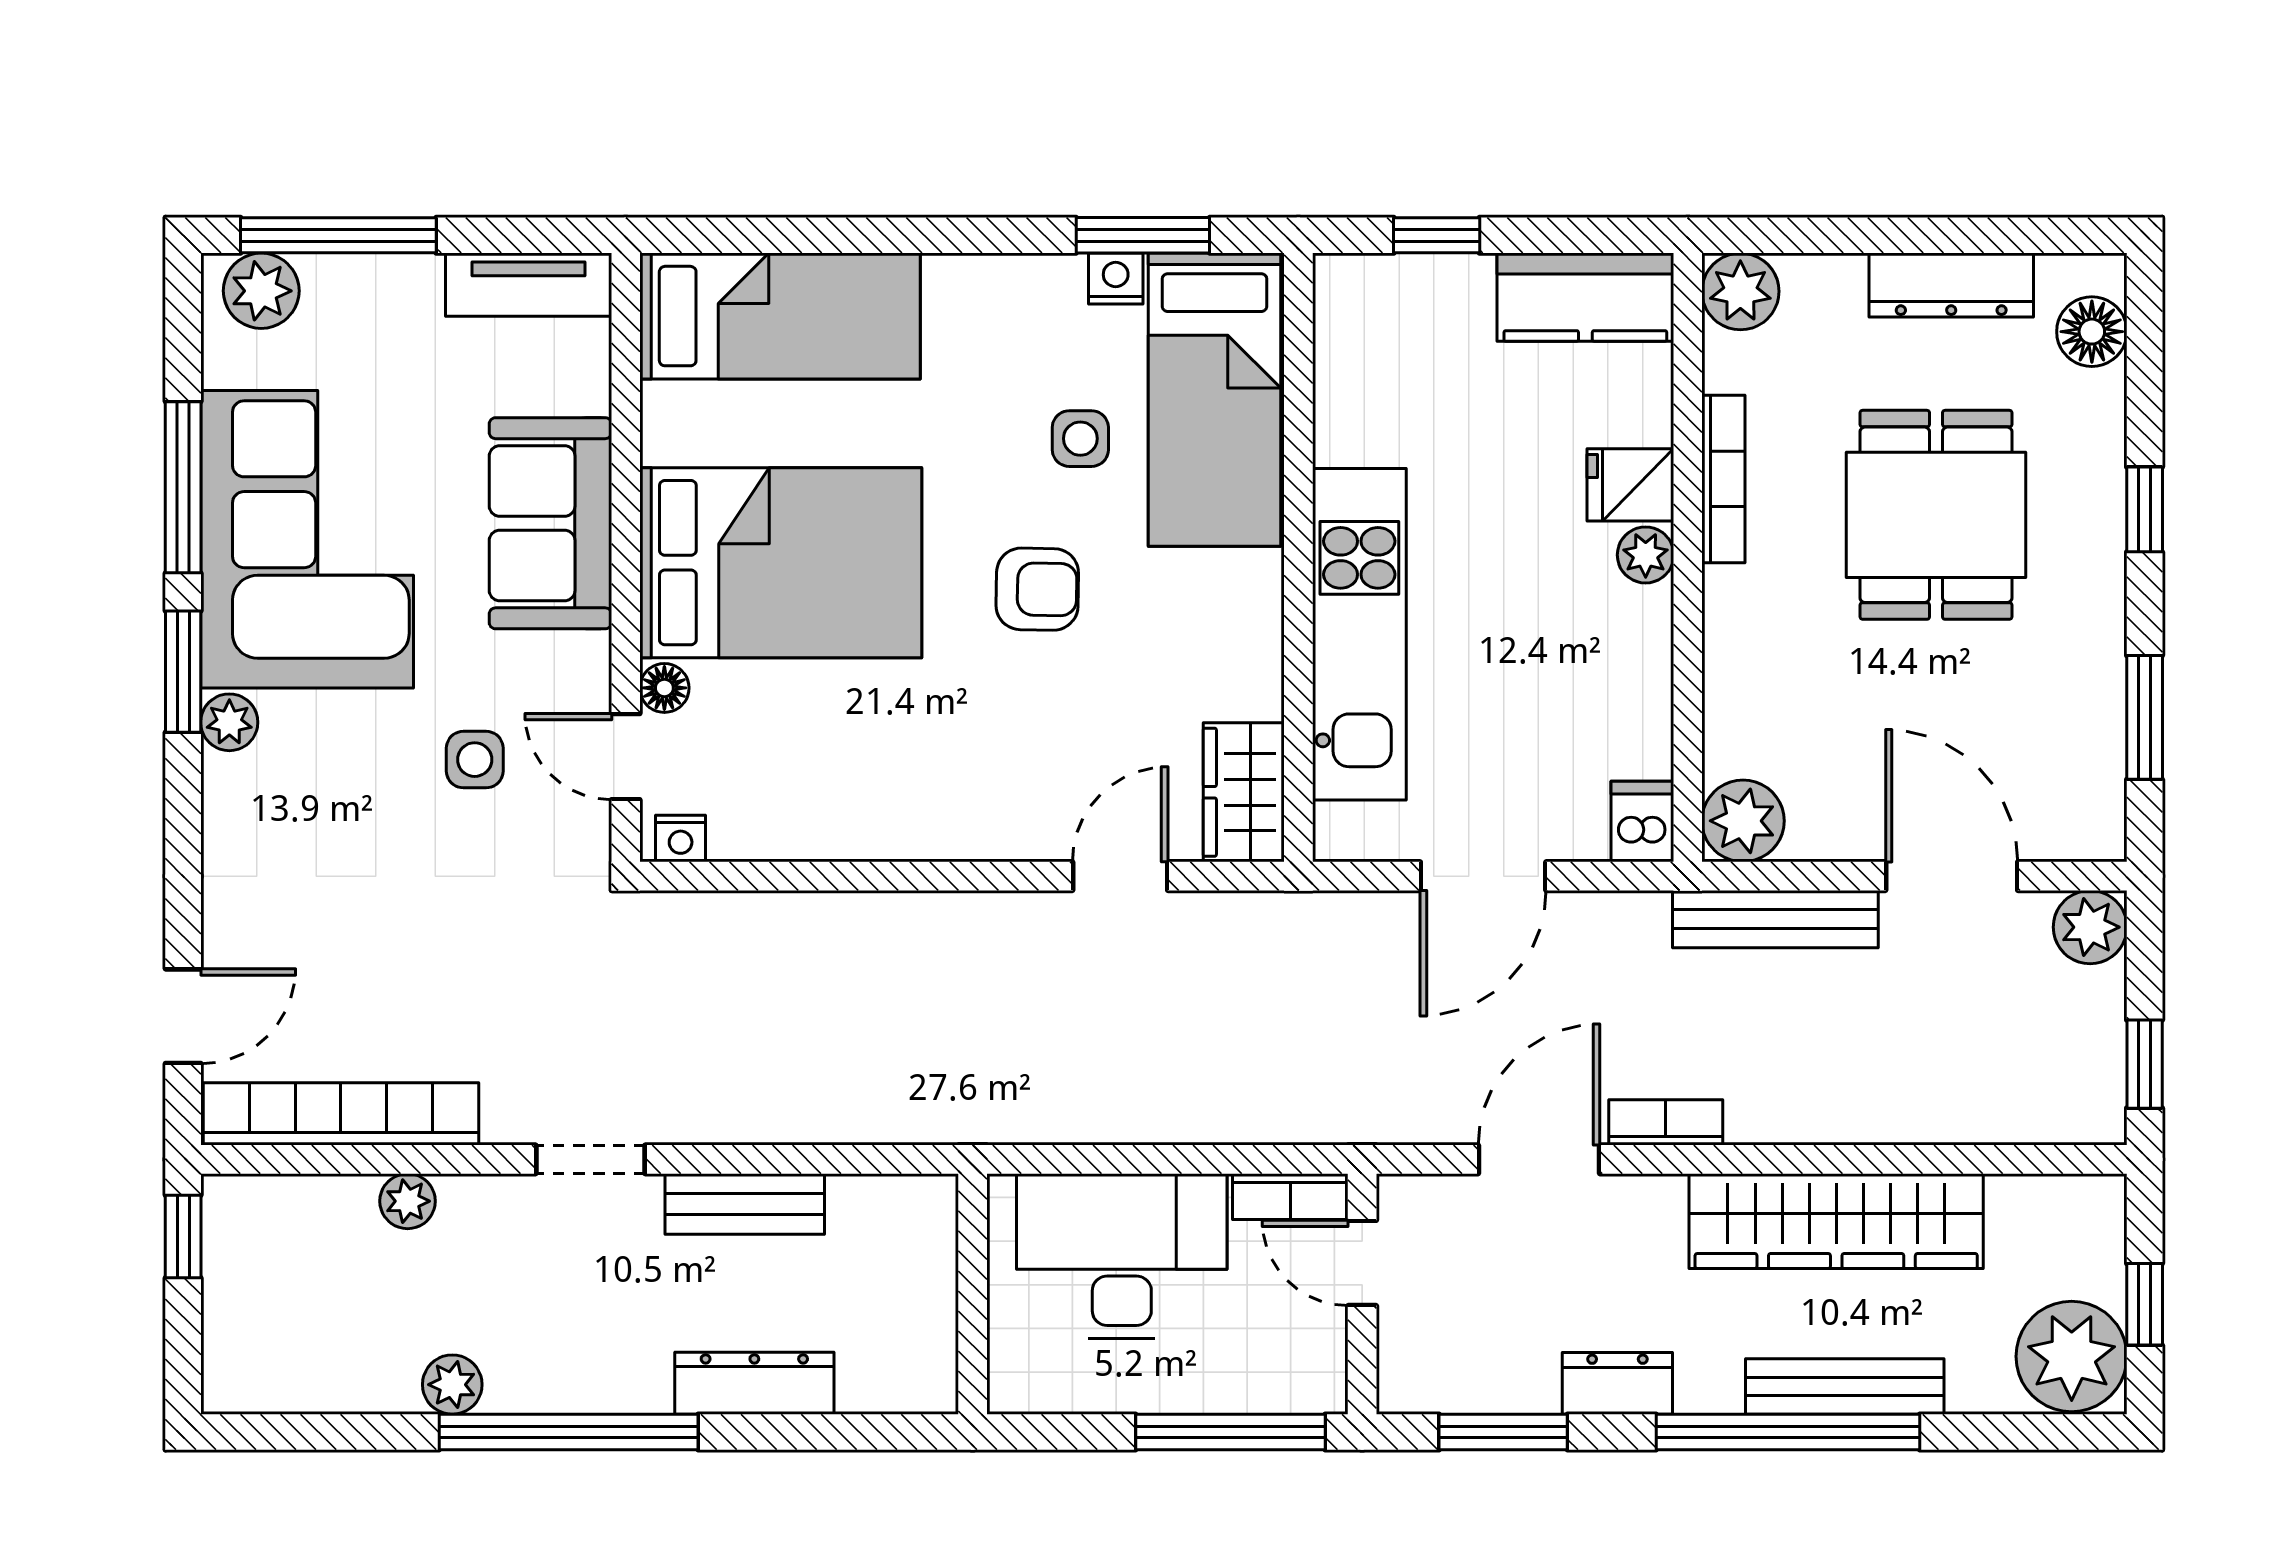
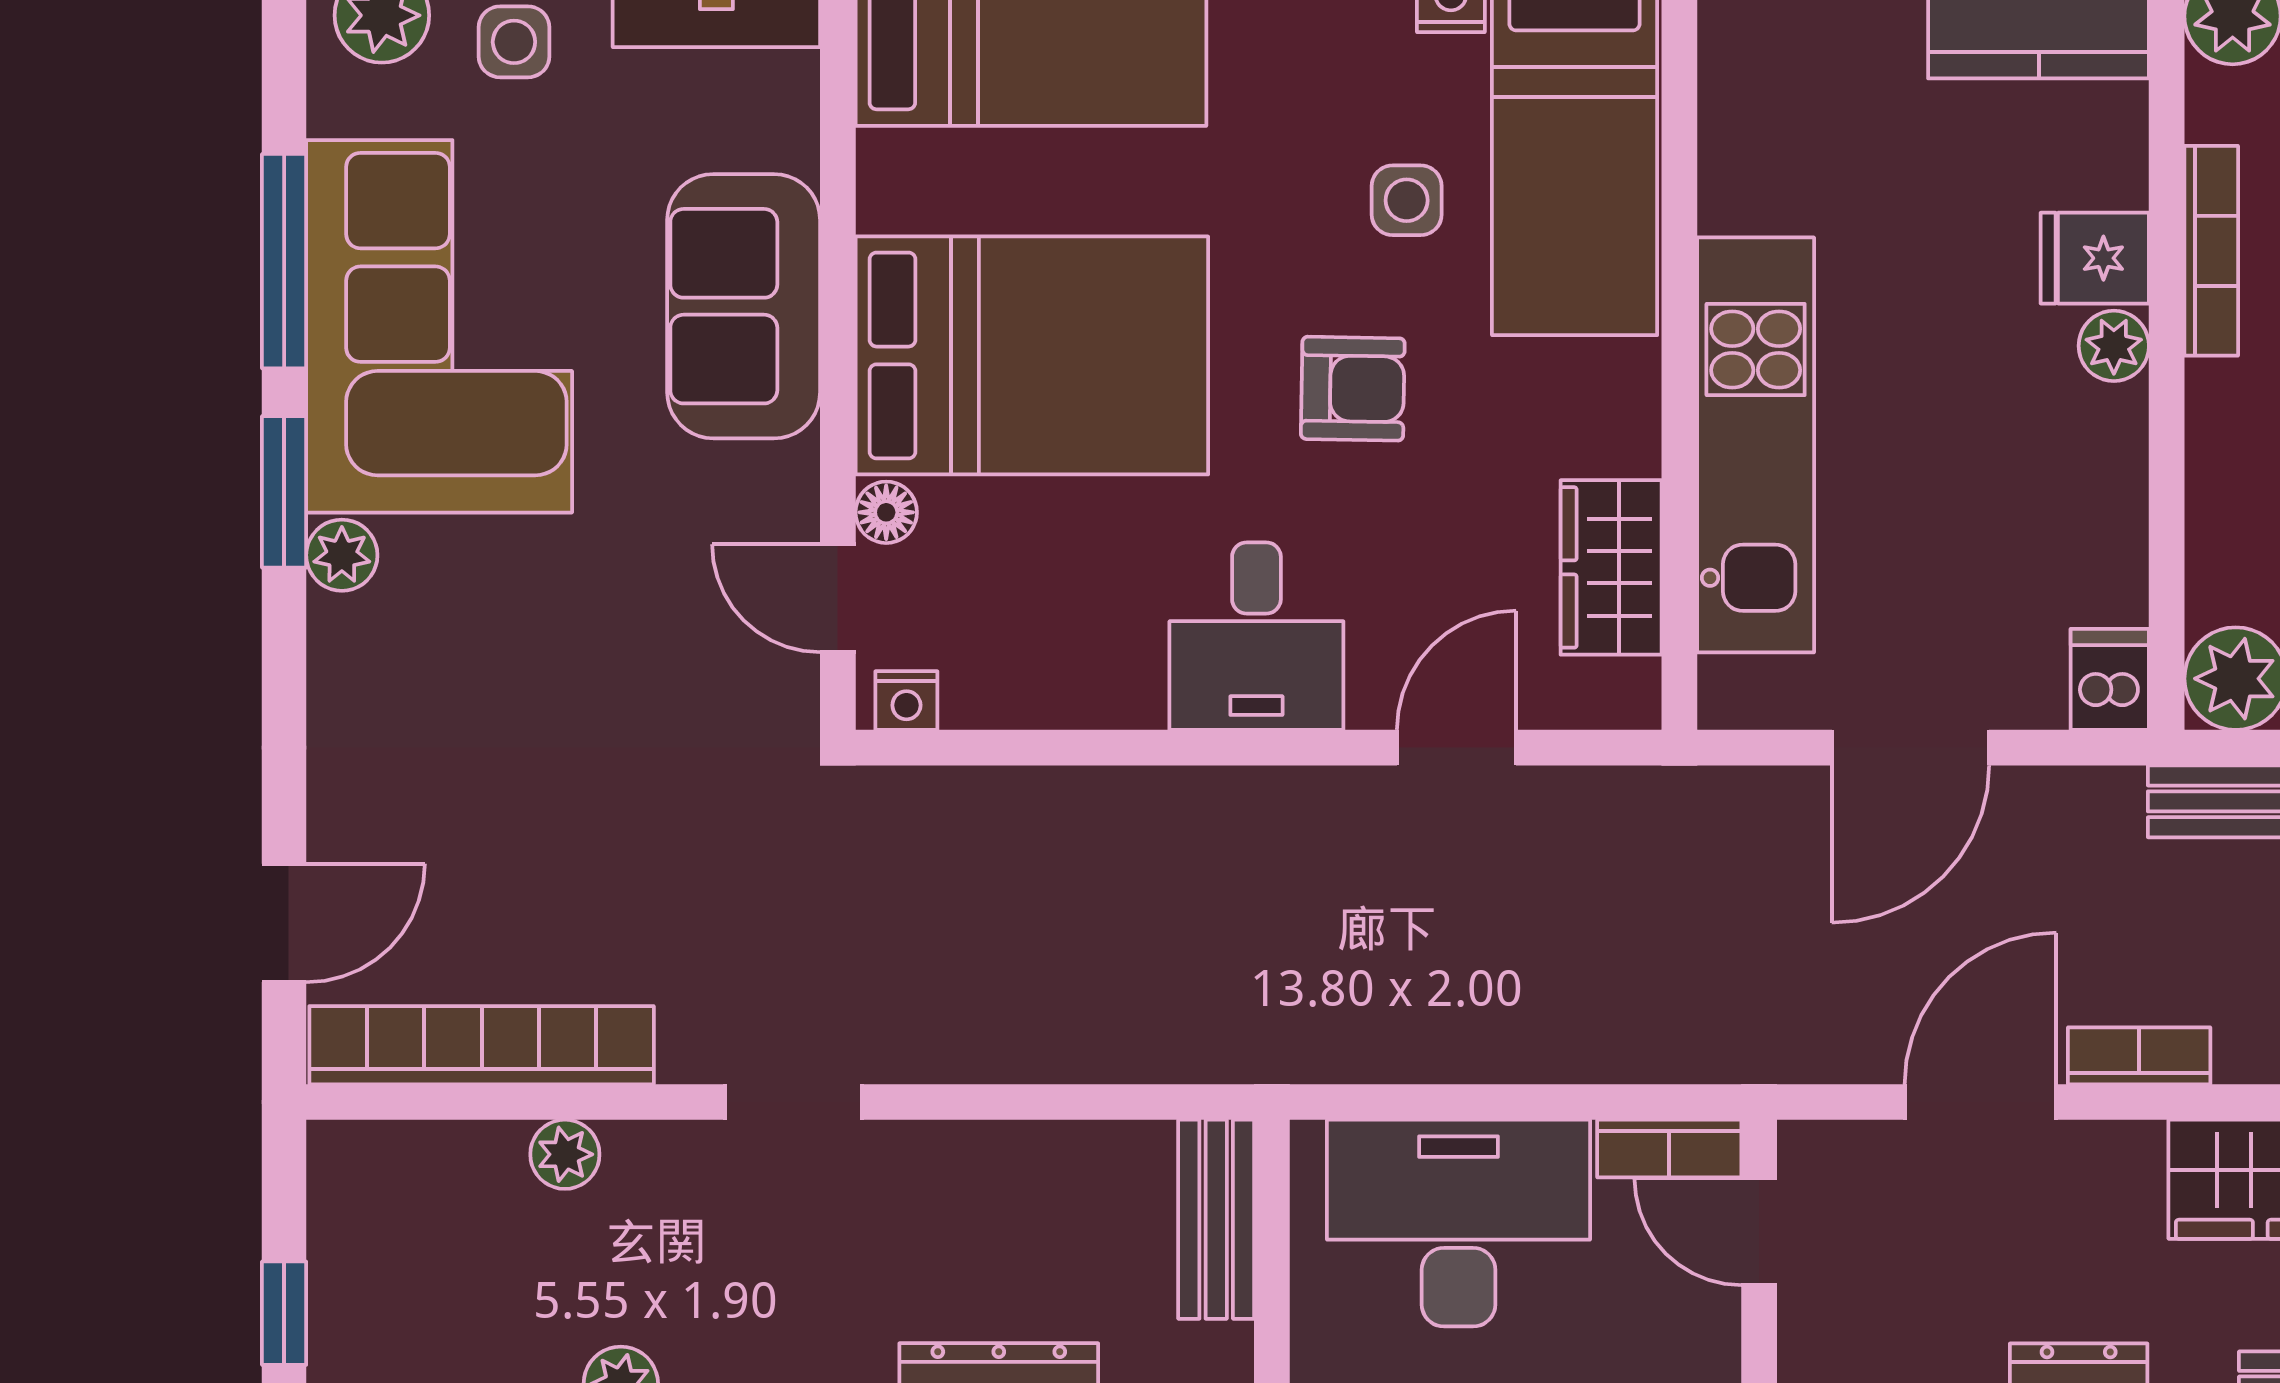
side table: (475, 760) -> (514, 42), moved
desk: (960, 787) -> (1256, 636), added
wardrobe: (1244, 792) -> (1611, 567), moved
bench: (745, 1204) -> (1216, 1219), moved, turned 90
window: (183, 1236) -> (284, 1313), moved

